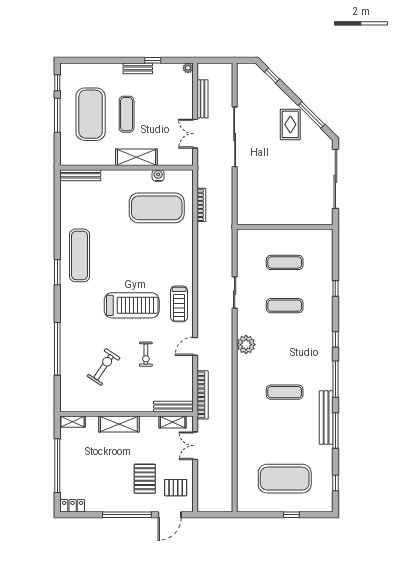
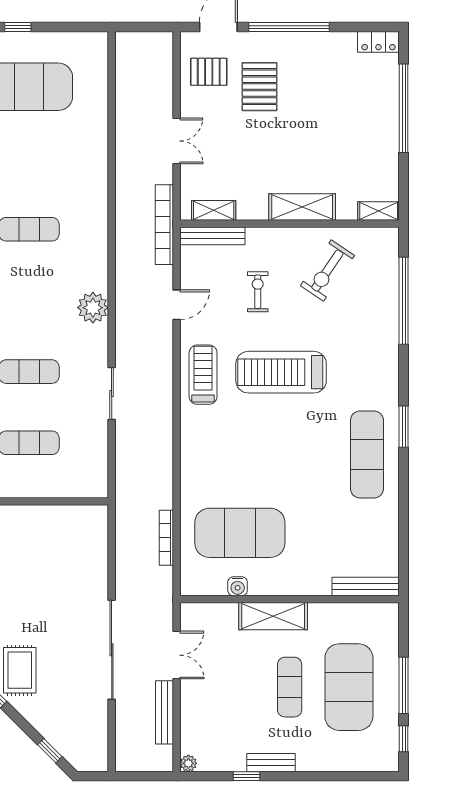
bench: (173, 407) -> (212, 236), moved
wall: (127, 414) -> (290, 224), moved
shelving: (72, 422) -> (379, 211), moved
shelving: (173, 422) -> (214, 210), moved
shelving: (119, 424) -> (302, 207), moved

